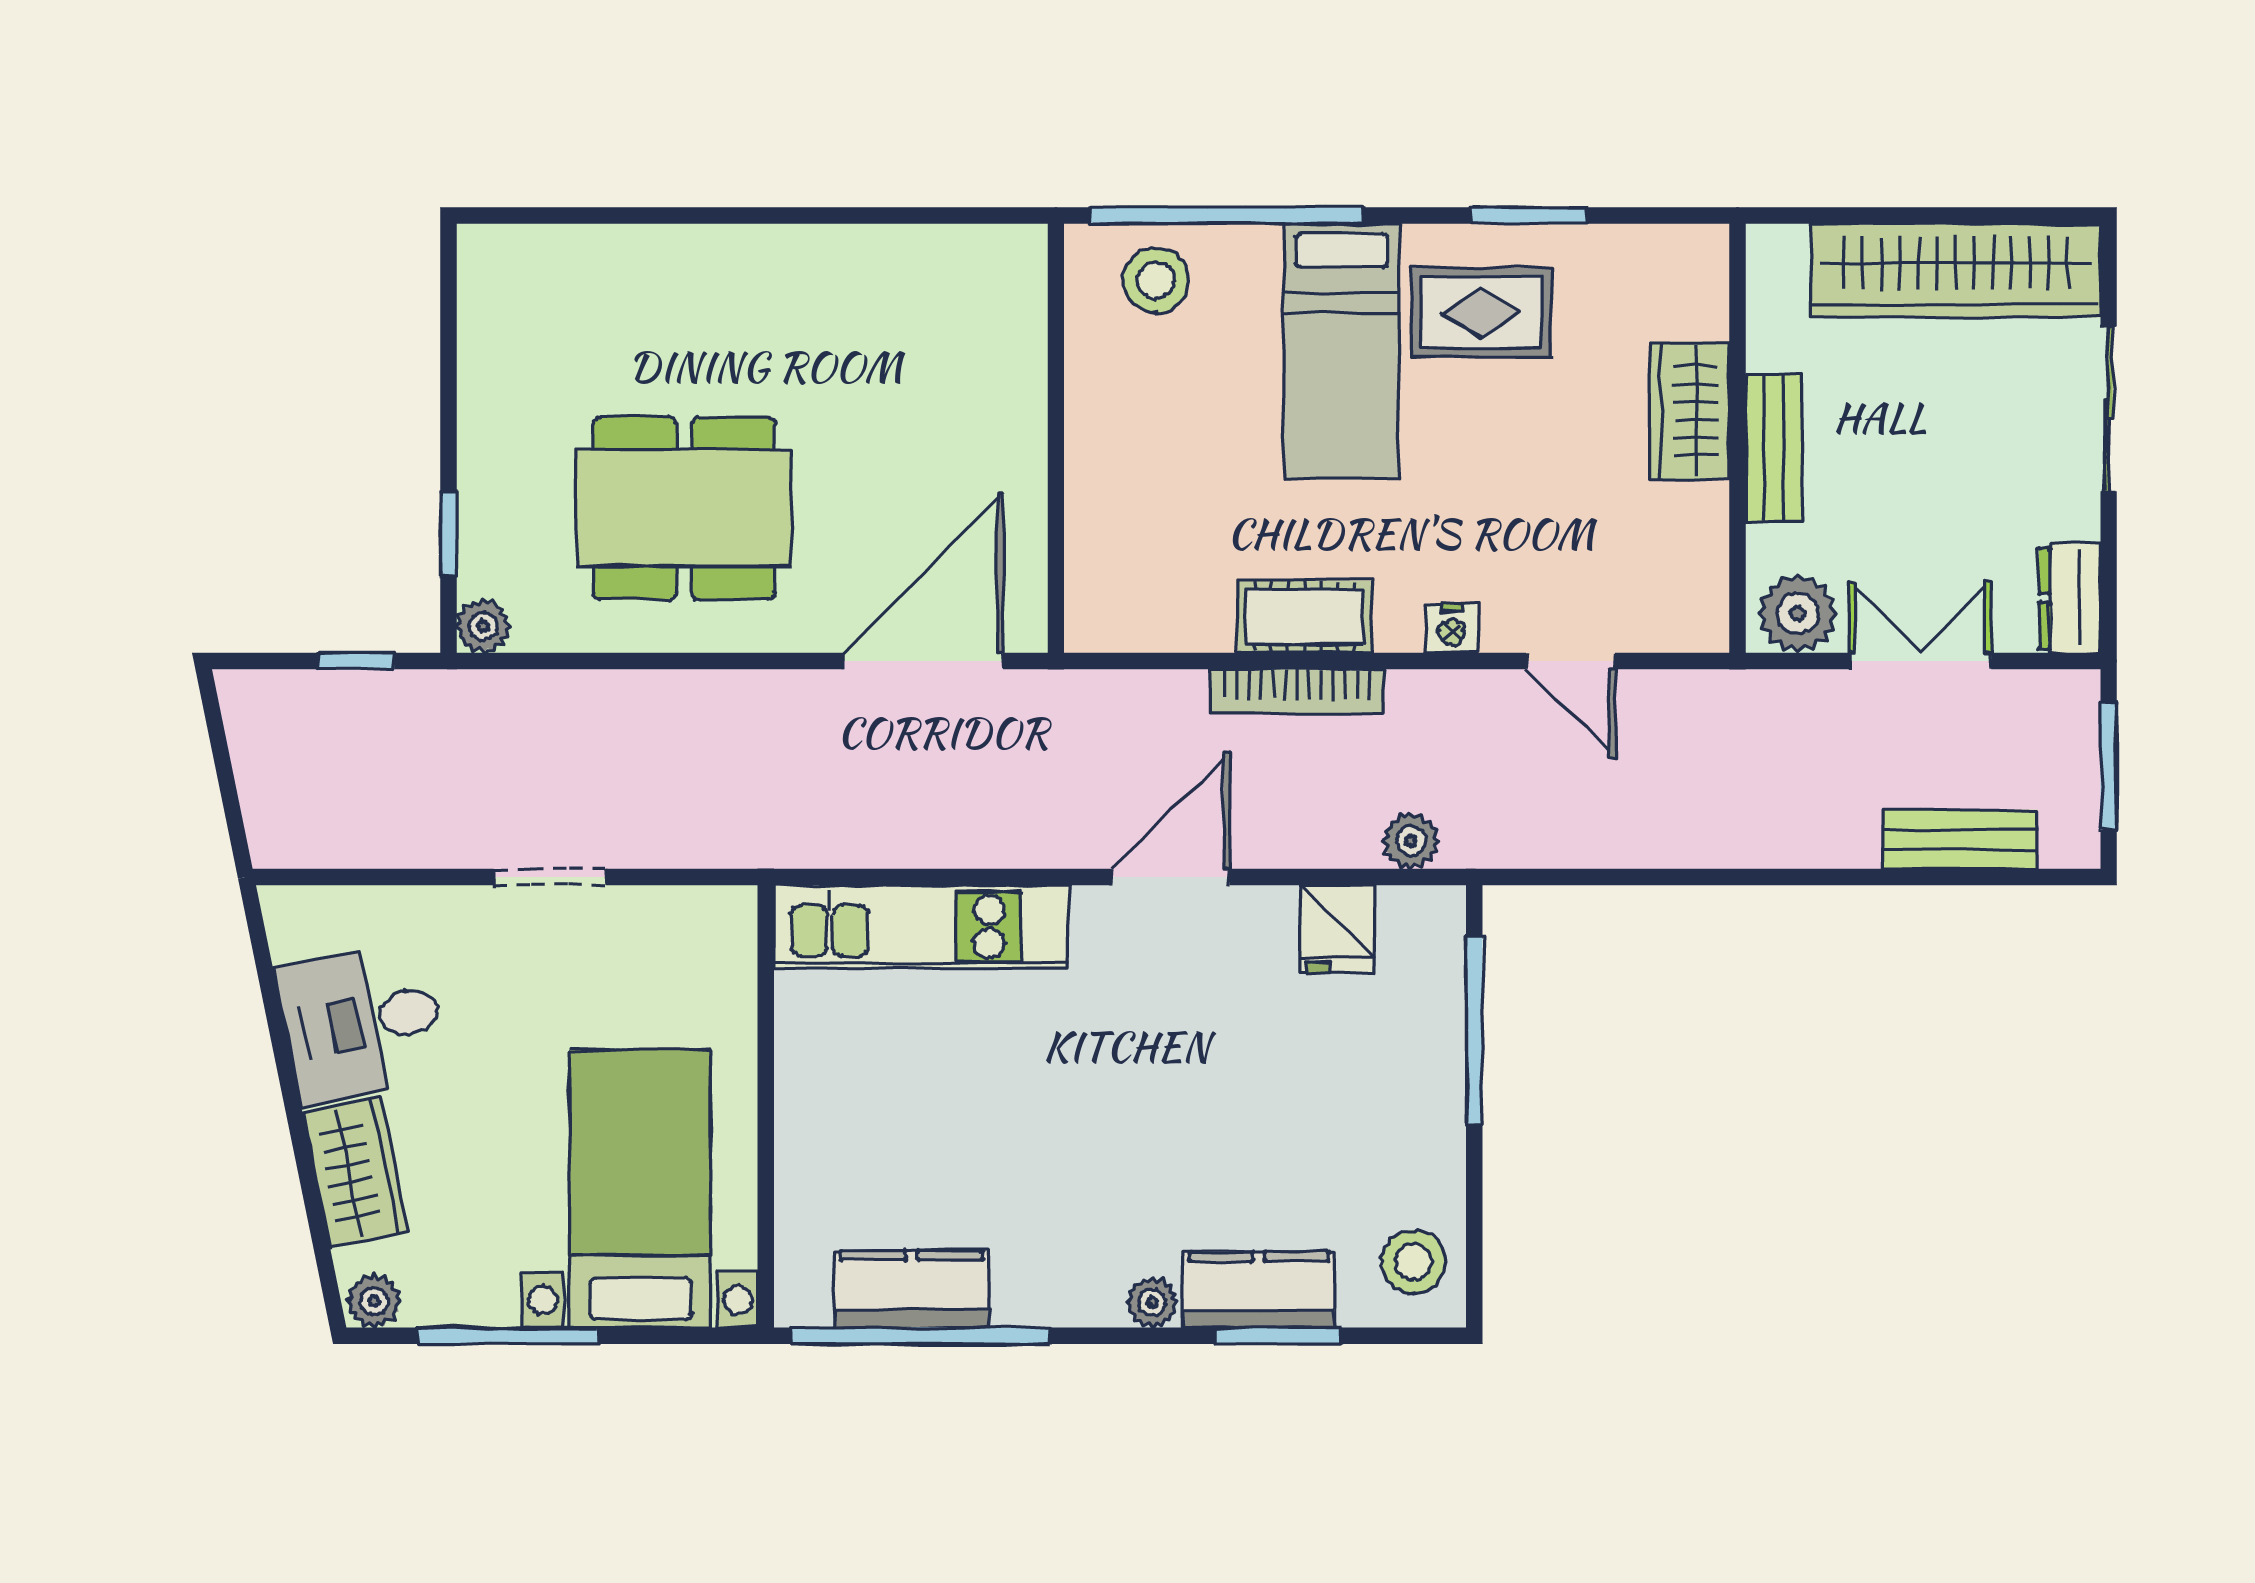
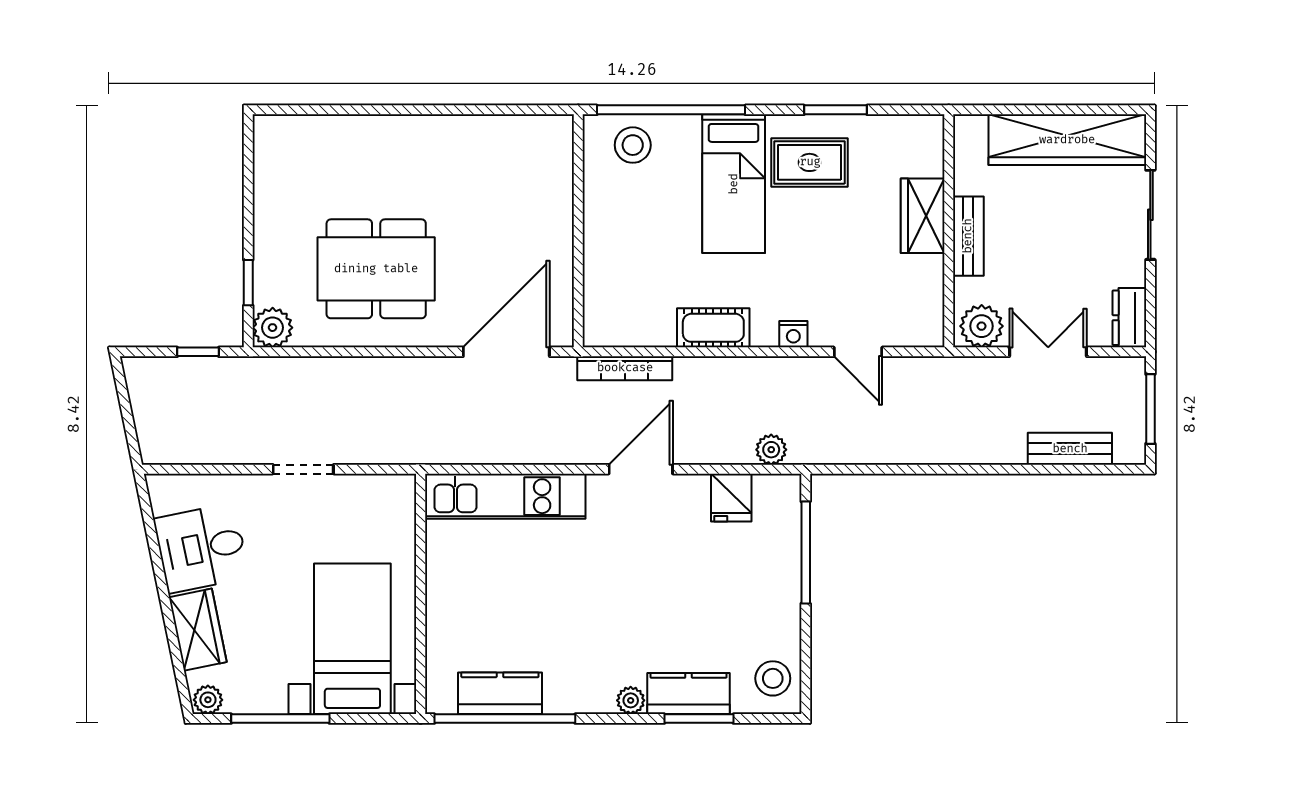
plant: (483, 626) -> (273, 328), width x1.38, depth x1.38
bookcase: (1297, 691) -> (625, 368), moved

